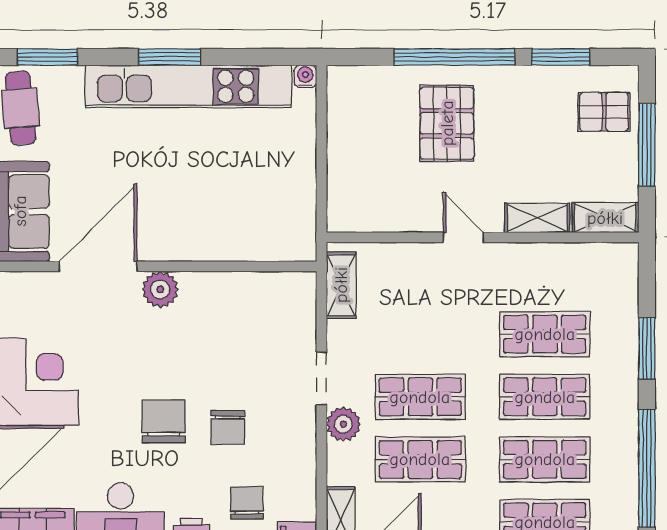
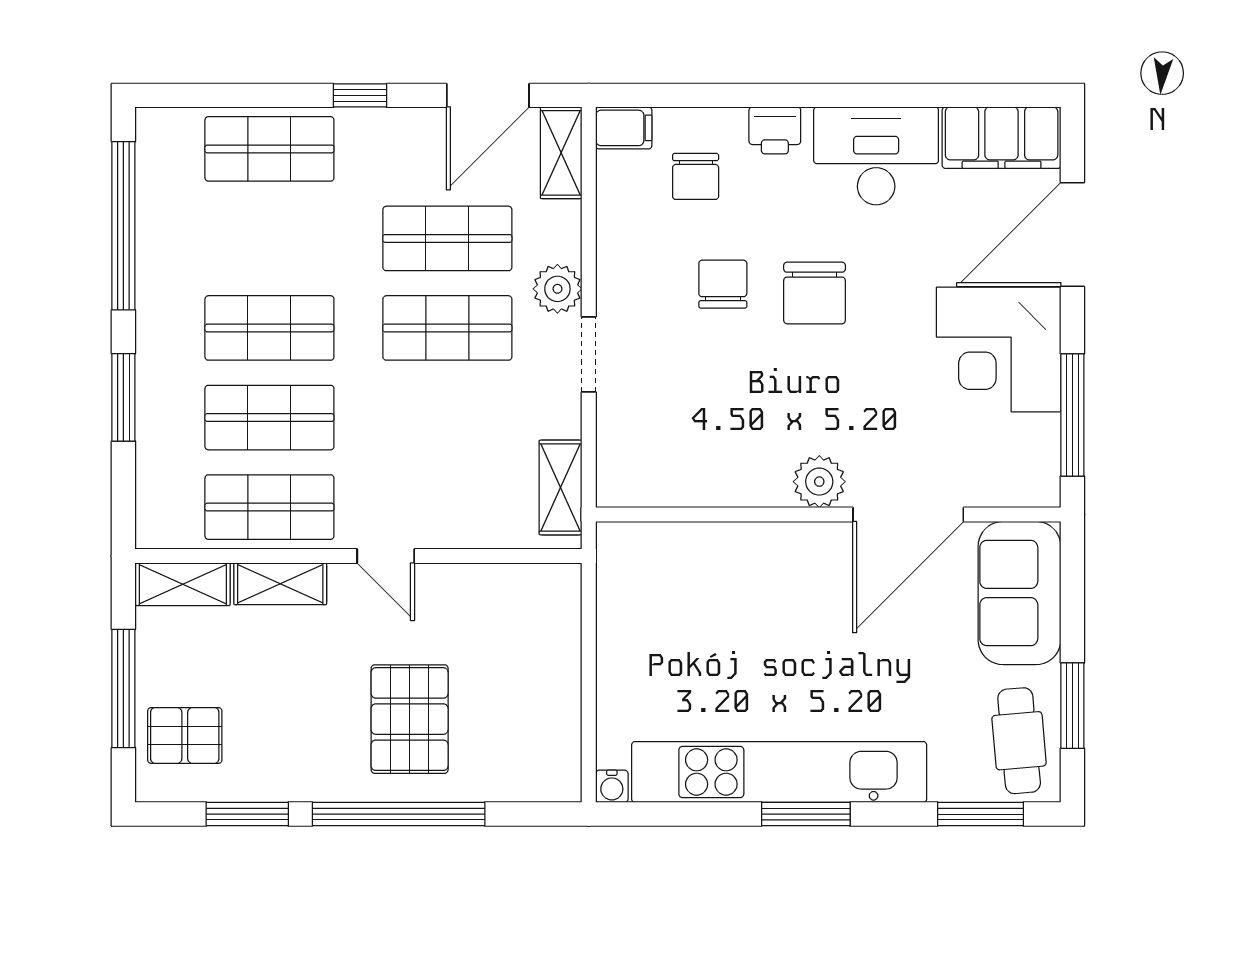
shop shelf: (545, 459) -> (269, 507), moved

